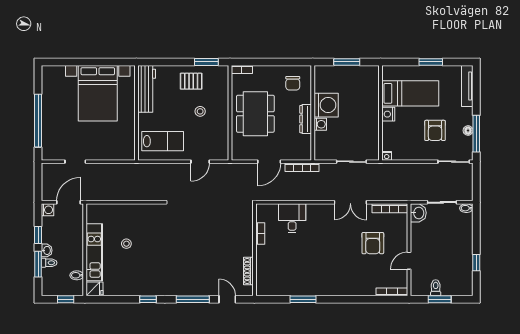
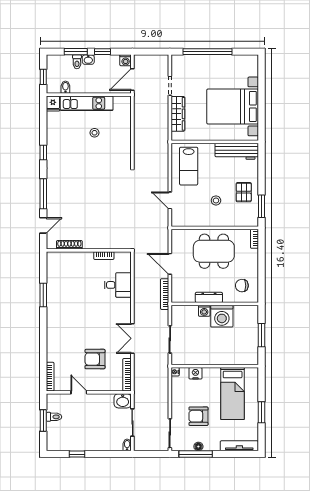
nightstand: (388, 114) -> (195, 373), moved
wardrobe: (106, 153) -> (178, 114), added
door: (68, 202) -> (132, 80), swing flipped

